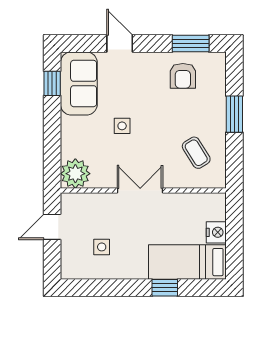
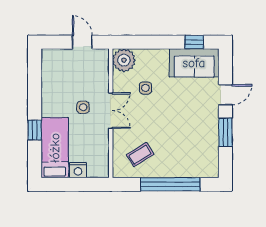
window: (191, 43) -> (225, 132), moved
armchair: (183, 76) -> (200, 144), removed
window: (234, 114) -> (170, 184), width x2.11
side table: (122, 126) -> (145, 88), moved
side table: (102, 247) -> (83, 107), moved

